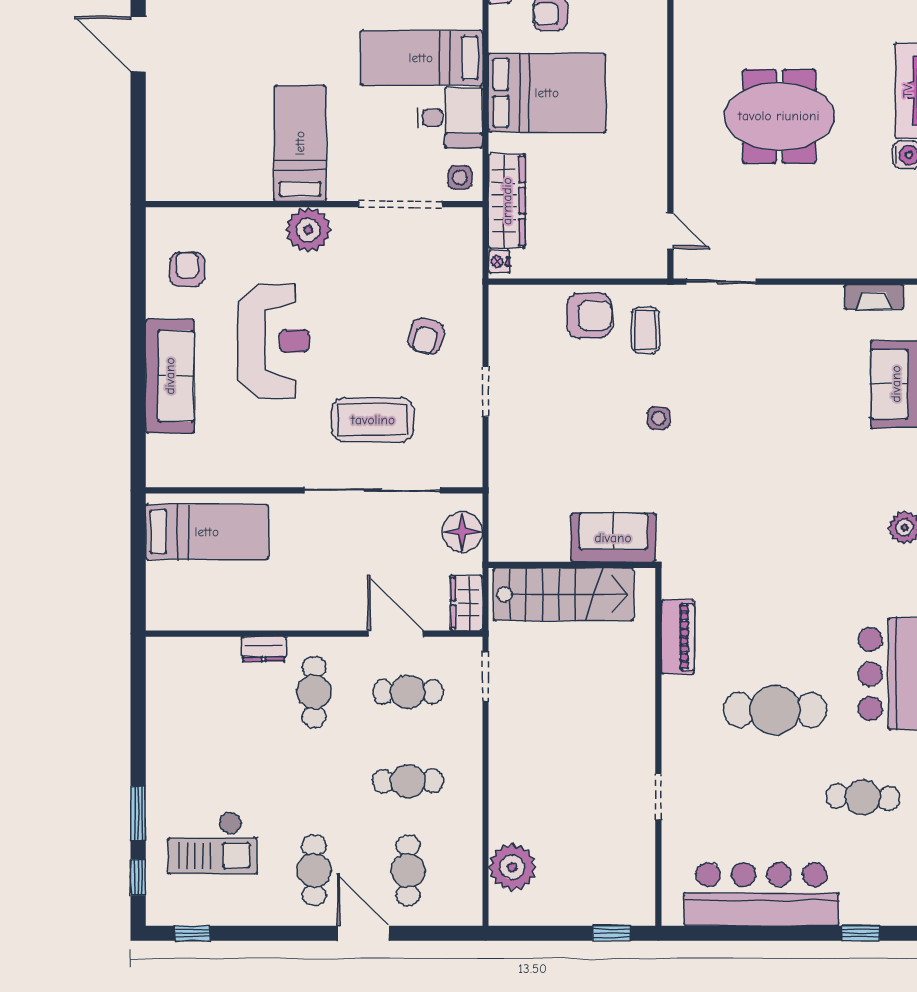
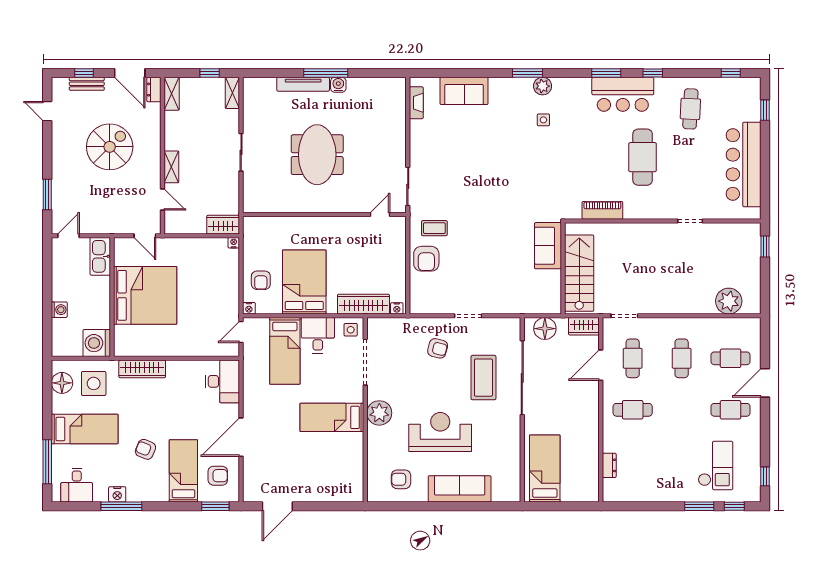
armchair: (590, 316) -> (426, 259), turned 180
side table: (659, 418) -> (543, 120), moved
dresser: (264, 649) -> (609, 465), moved

